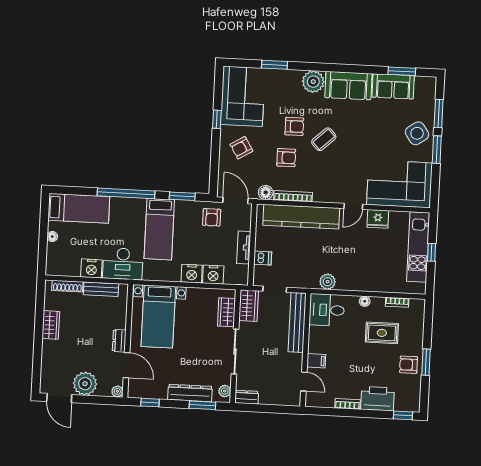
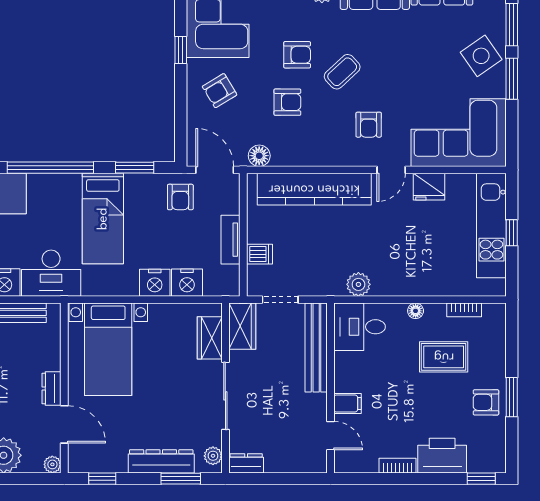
armchair: (340, 175) -> (369, 125), added
bookcase: (293, 196) -> (300, 159), removed

